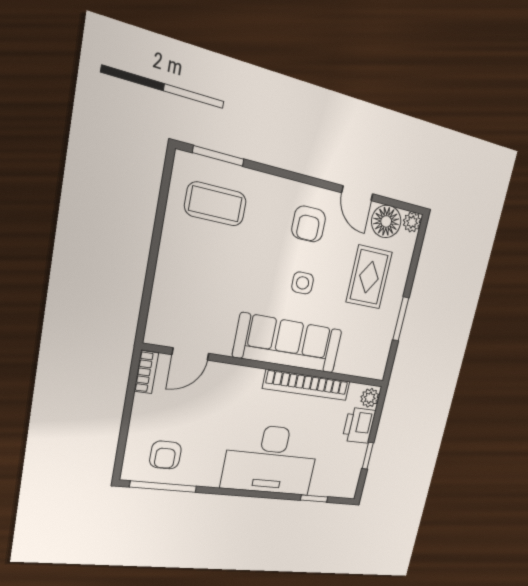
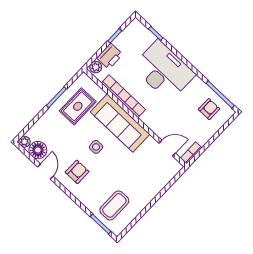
coffee table: (215, 204) -> (114, 205), turned 90
rug: (369, 277) -> (78, 106), moved

